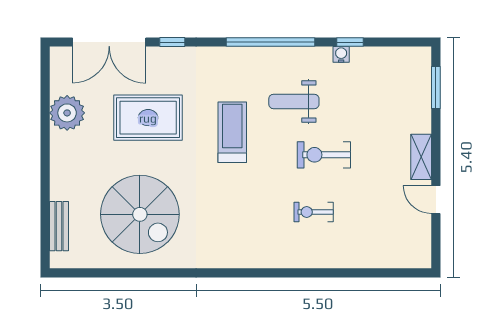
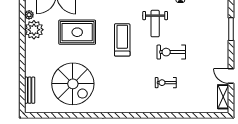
plant: (58, 85) -> (29, 15), added
window: (436, 88) -> (231, 29), moved
weight bench: (294, 101) -> (155, 24), turned -90
shelving: (421, 157) -> (223, 97), moved

